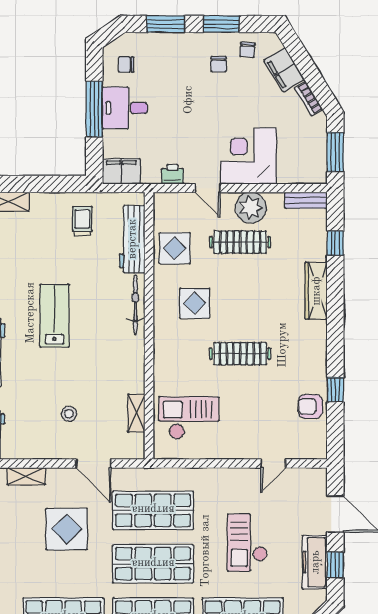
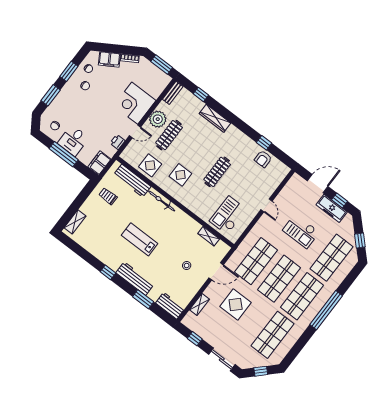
door: (273, 463) -> (267, 205), moved

